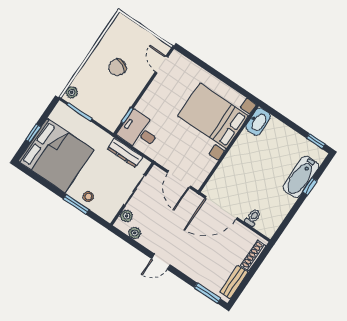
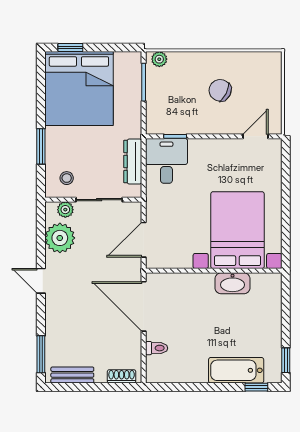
washbasin: (258, 122) -> (232, 283), moved
window: (33, 133) -> (70, 48), moved
window: (310, 186) -> (256, 387), moved
stool: (88, 197) -> (67, 178), moved
plant: (135, 233) -> (60, 238), width x1.88, depth x1.88
shoe rack: (253, 255) -> (122, 376), width x0.70

